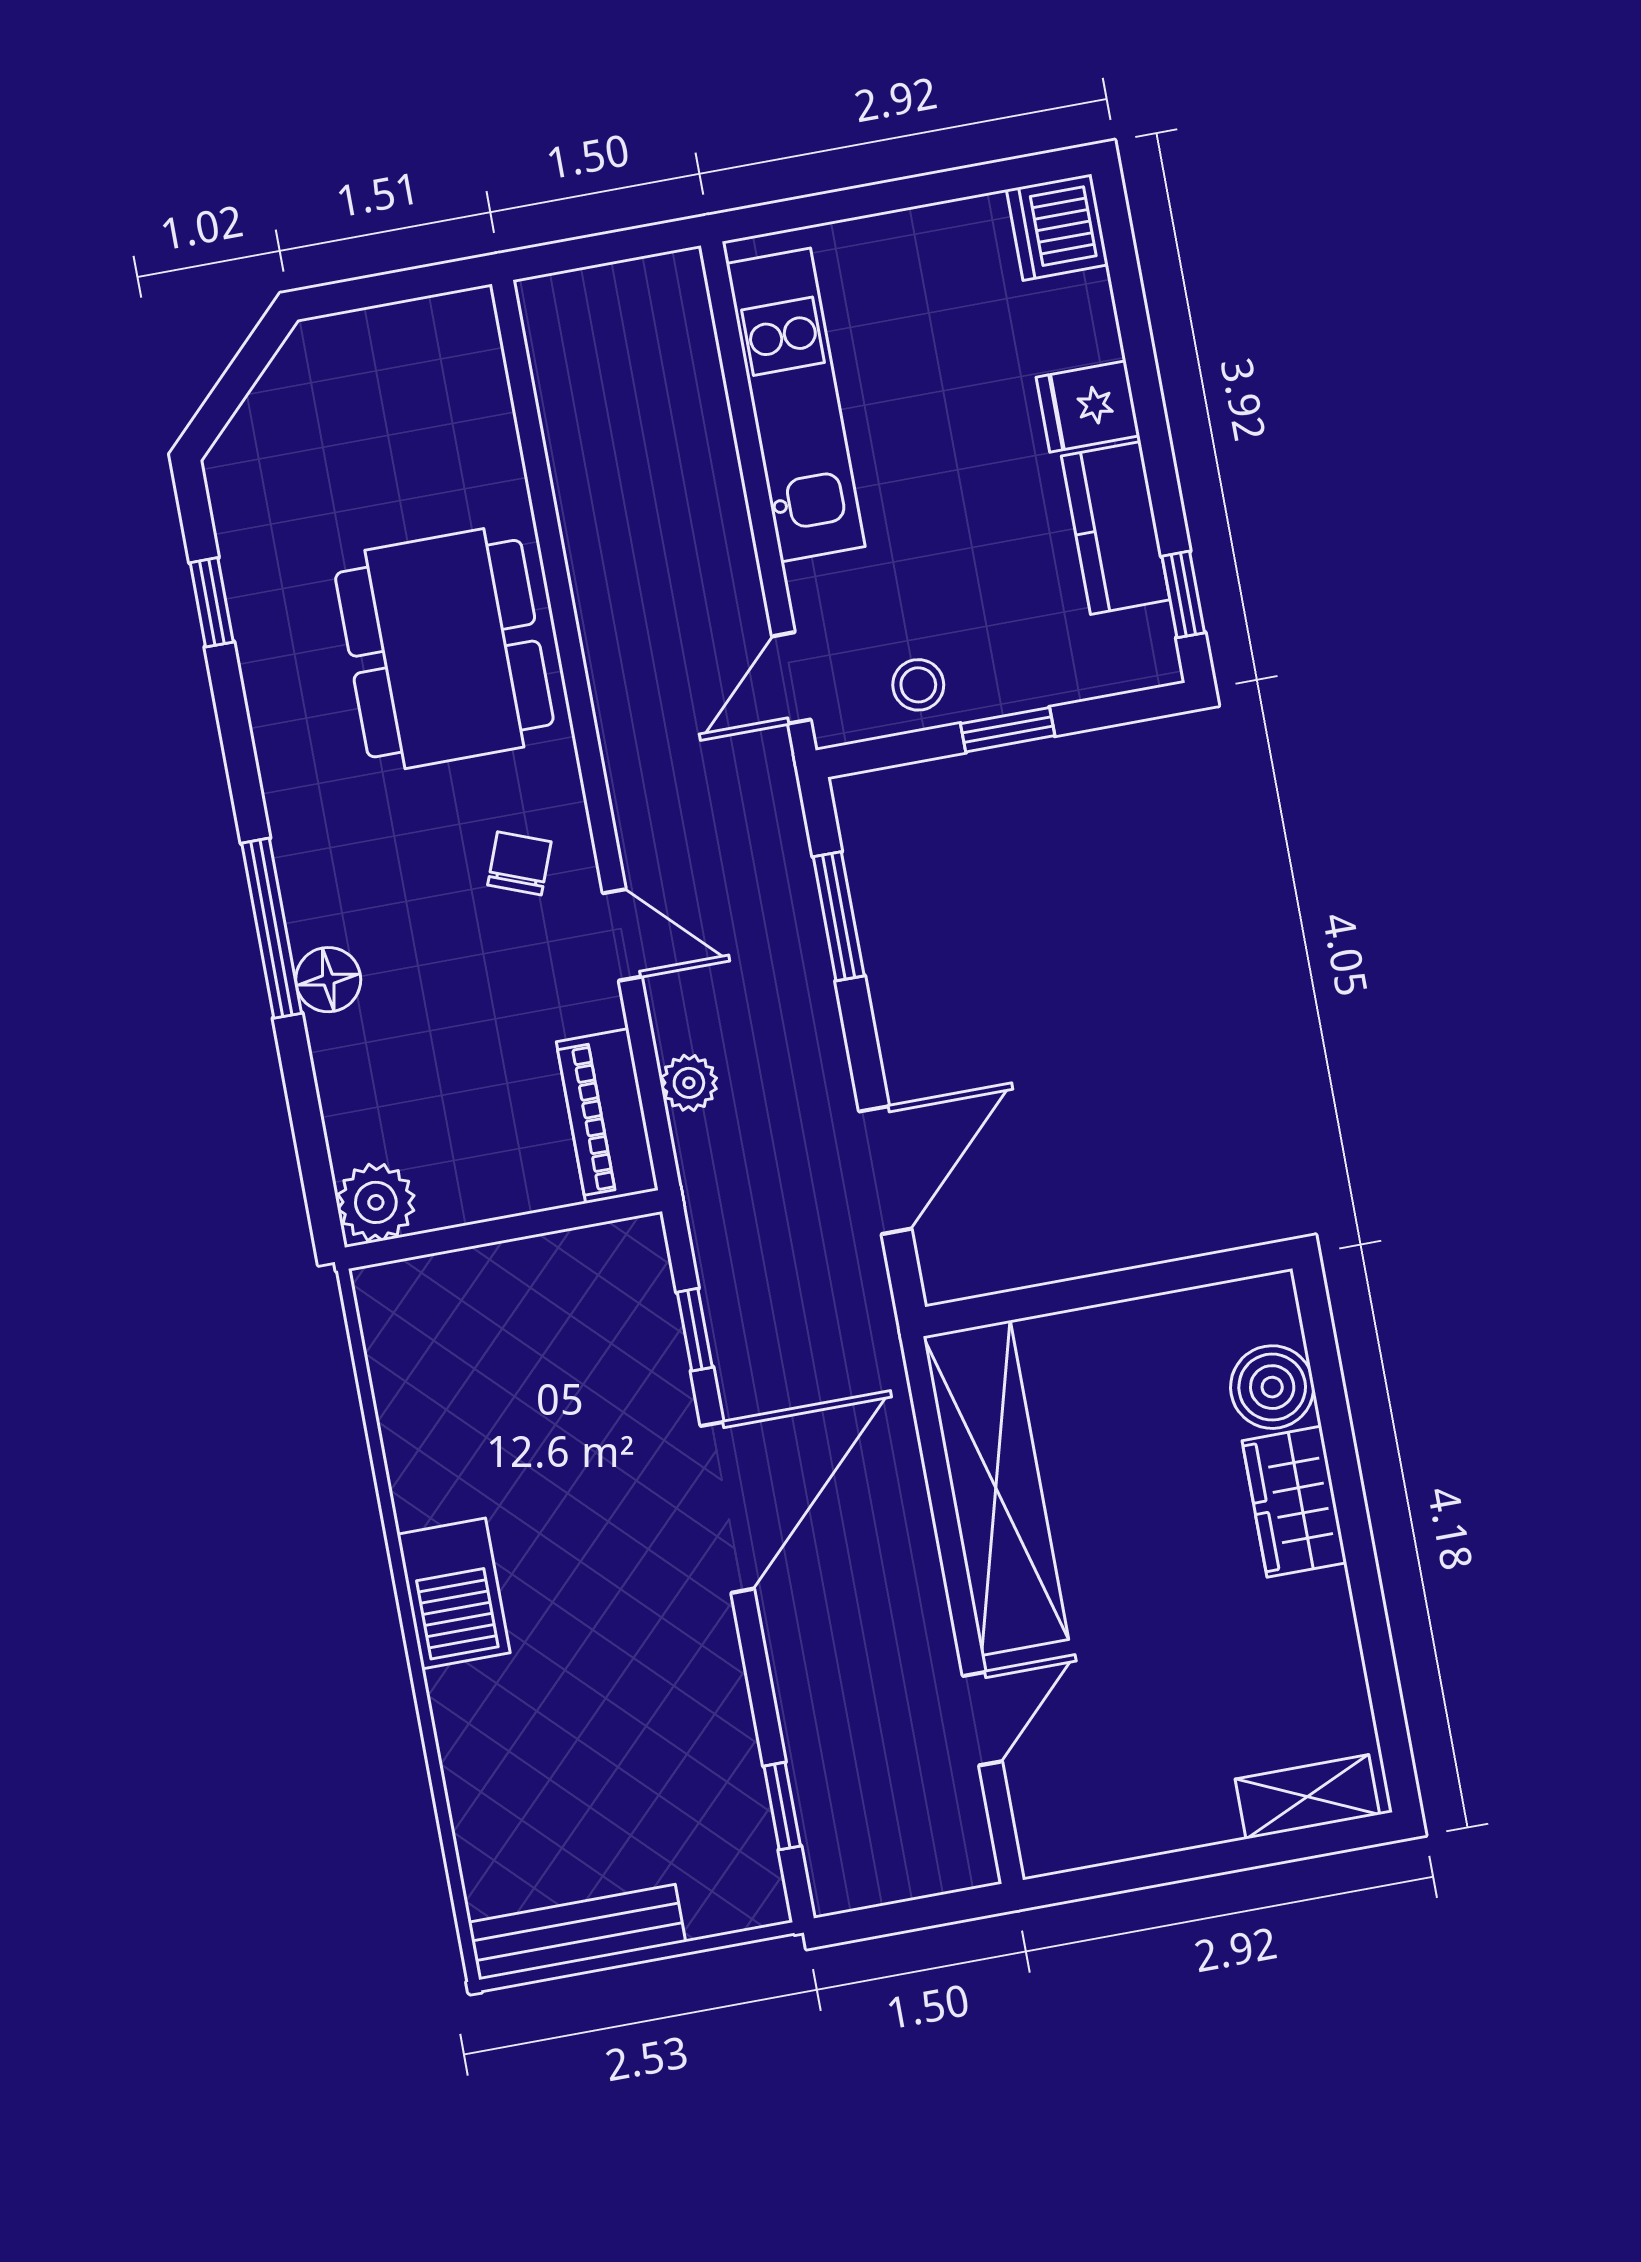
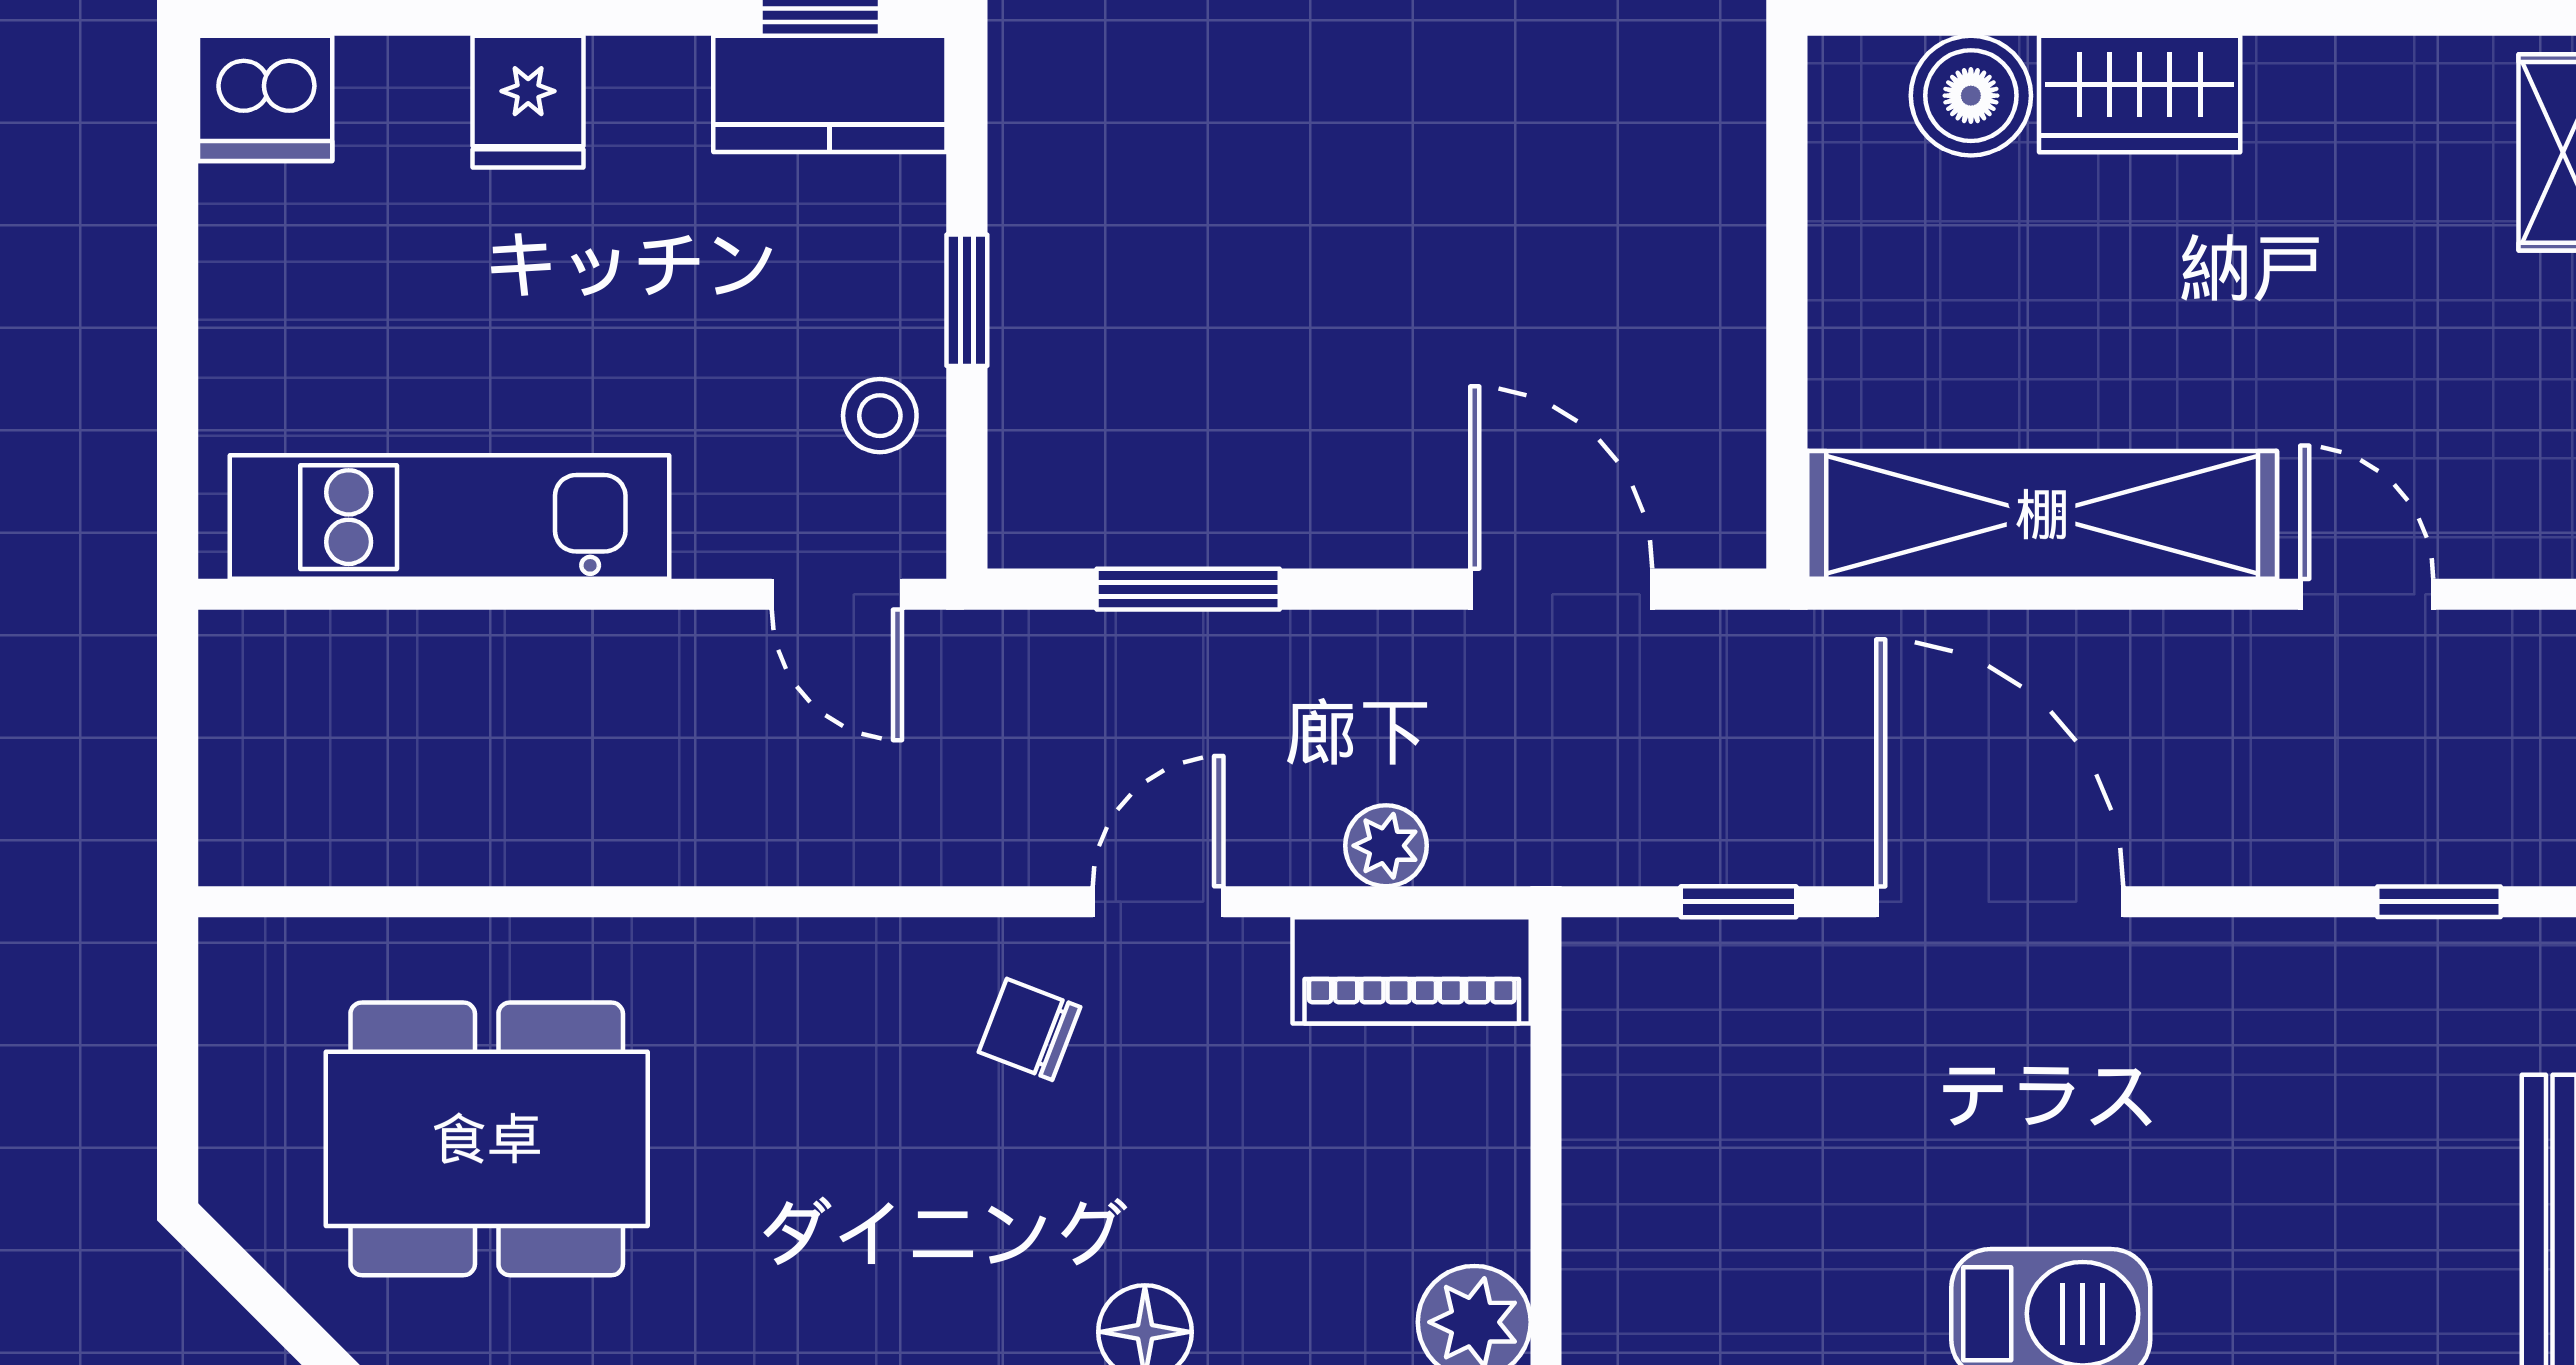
kitchen counter: (1116, 528) -> (830, 94), moved
dining table: (444, 649) -> (487, 1139), moved

